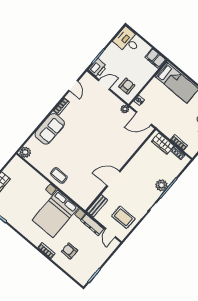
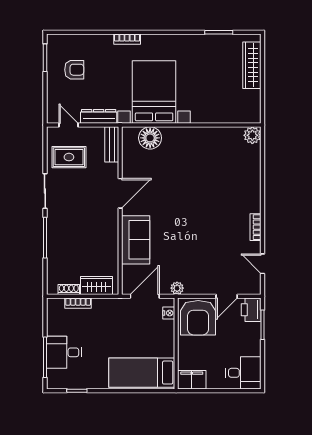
armchair: (127, 86) -> (198, 318), width x1.88, depth x1.88
sofa: (50, 129) -> (136, 240), moved, turned 180
coffee table: (59, 175) -> (189, 142), removed
plant: (161, 185) -> (56, 234), removed
floor lamp: (76, 193) -> (150, 138), added
armchair: (70, 251) -> (74, 70), moved

